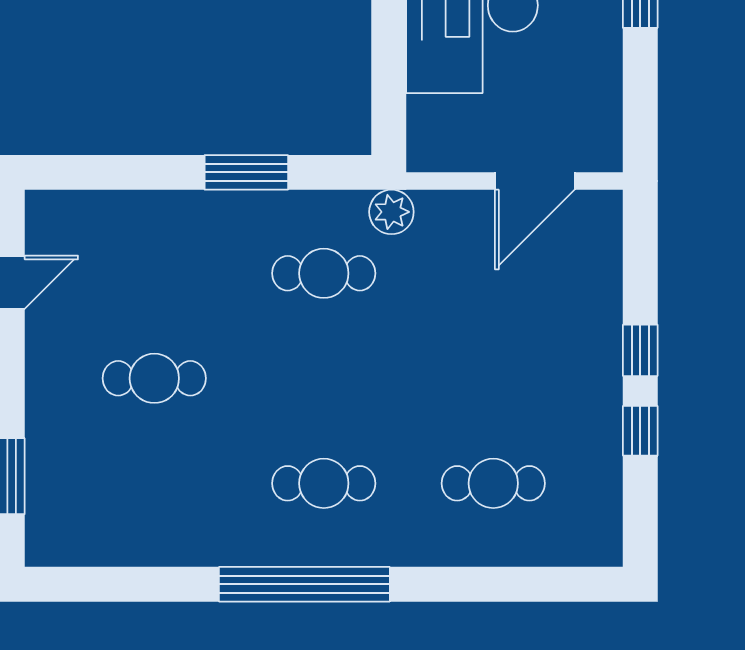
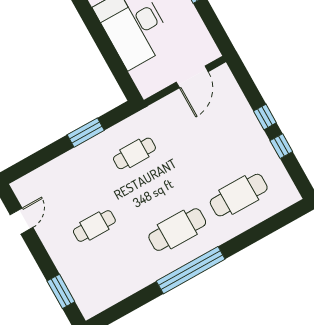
plant: (391, 212) -> (147, 117), removed
cafe table: (324, 483) -> (177, 230), width x1.37, depth x1.35
cafe table: (493, 483) -> (239, 195), width x1.37, depth x1.35

